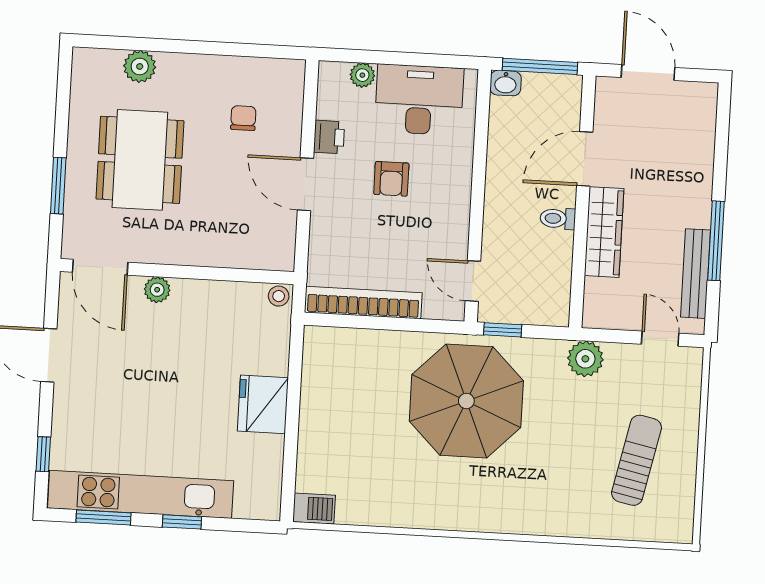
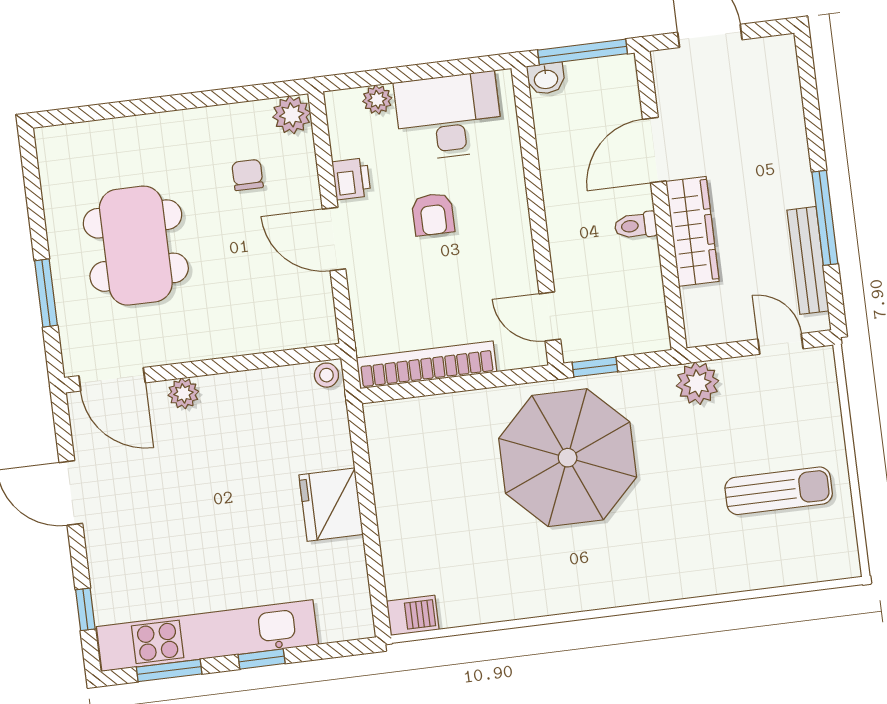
plant: (140, 66) -> (292, 115), moved
sun lounger: (636, 460) -> (779, 491), turned 78

